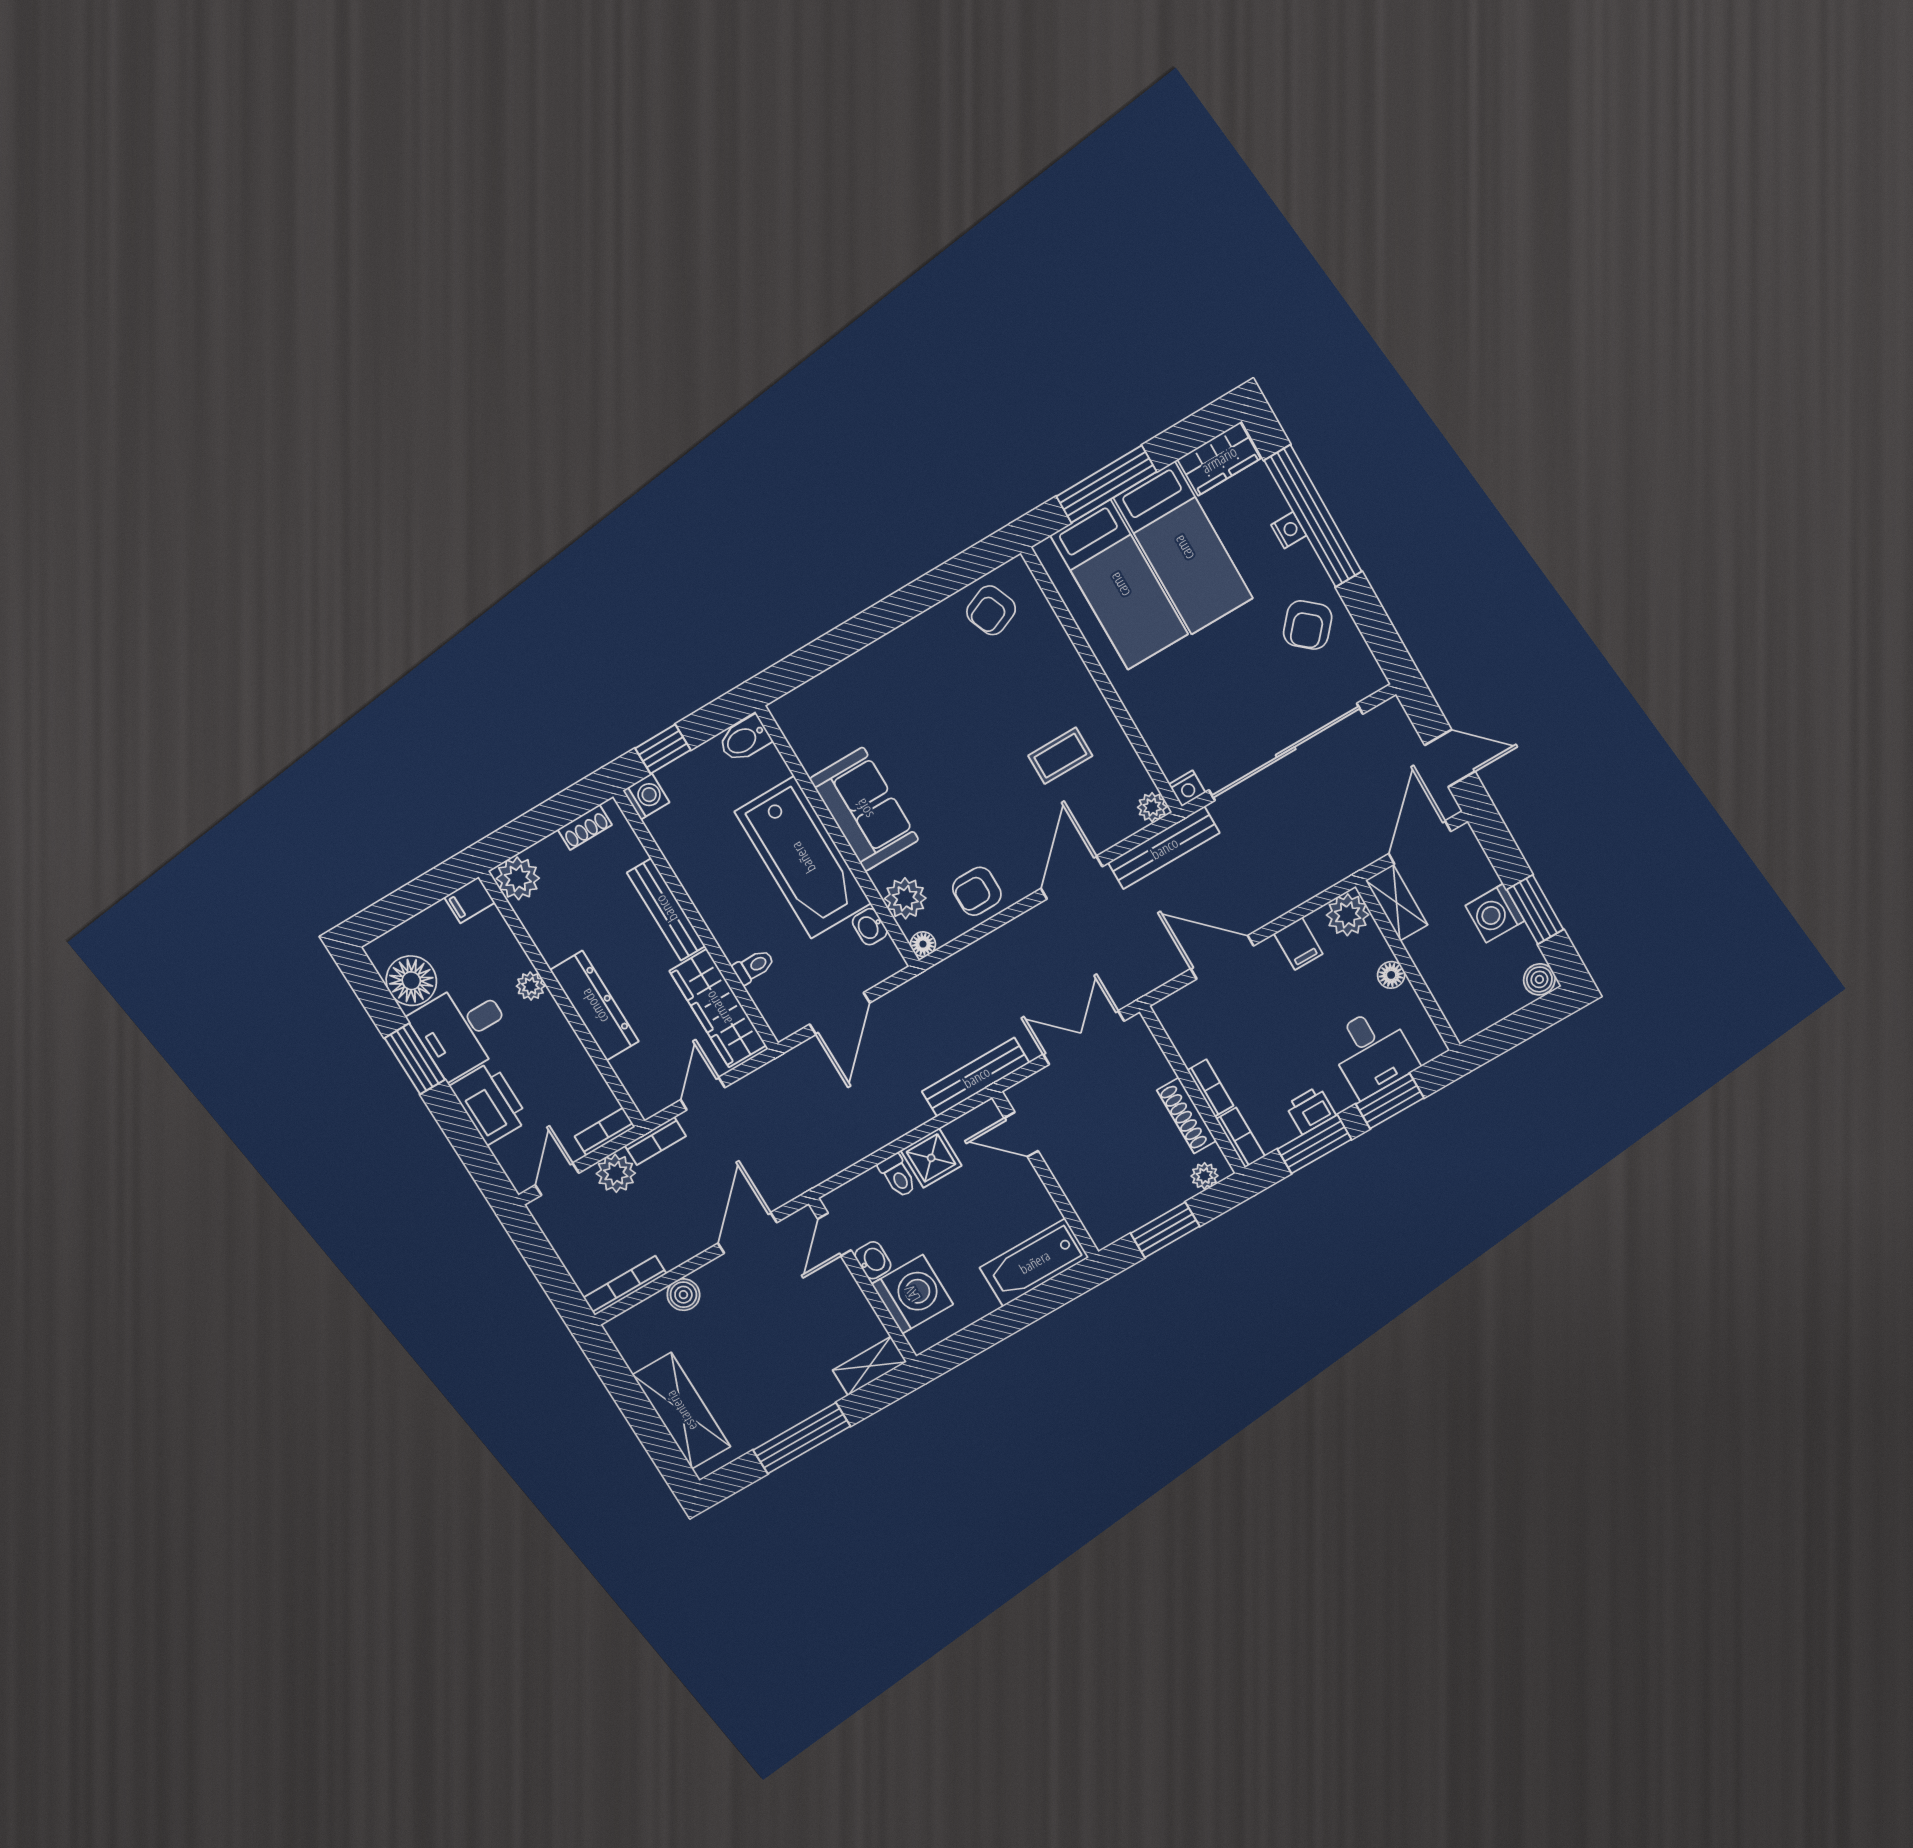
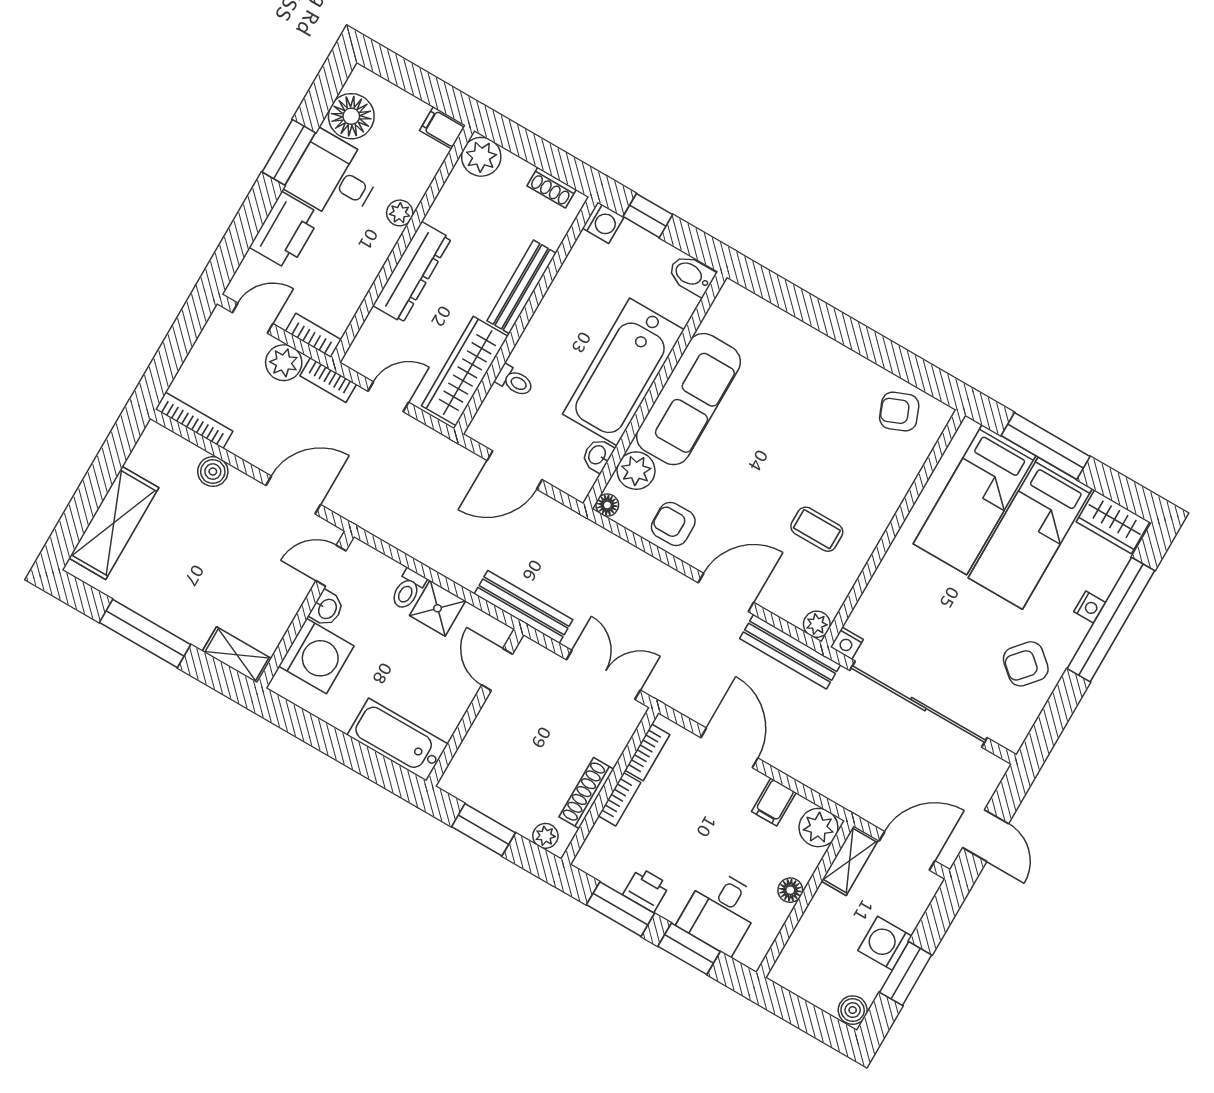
sofa: (864, 809) -> (688, 399), width x1.36
bookcase: (1241, 1138) -> (647, 752), moved

